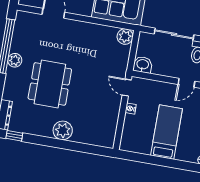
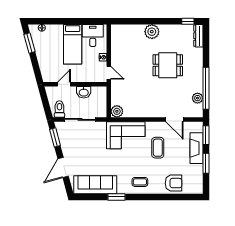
plant: (15, 60) -> (197, 98), moved
washbasin: (143, 65) -> (84, 92), moved
dining table: (50, 84) -> (168, 65), width x0.73
desk: (139, 139) -> (93, 35), added

